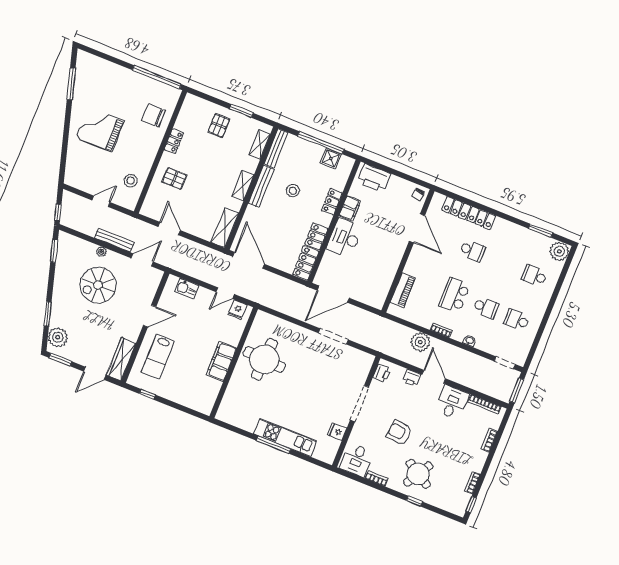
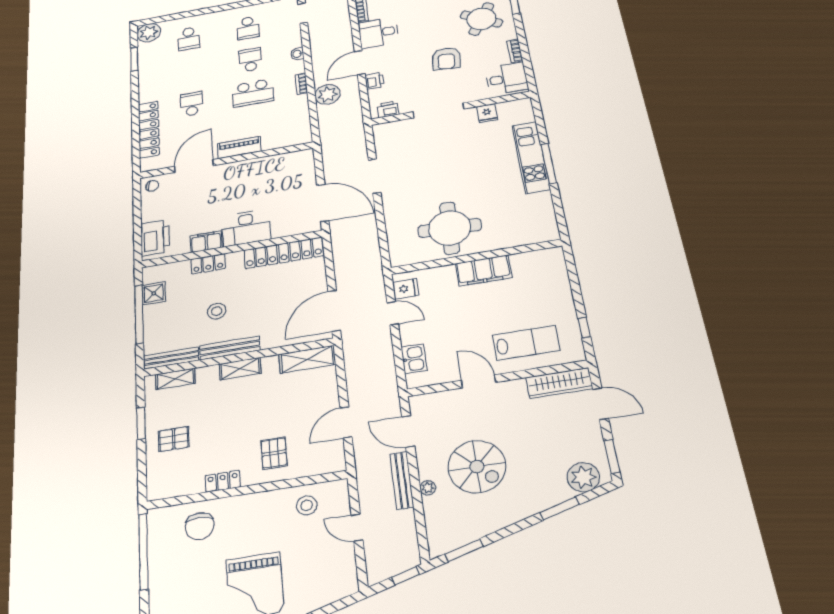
piano: (403, 290) -> (239, 147), moved

